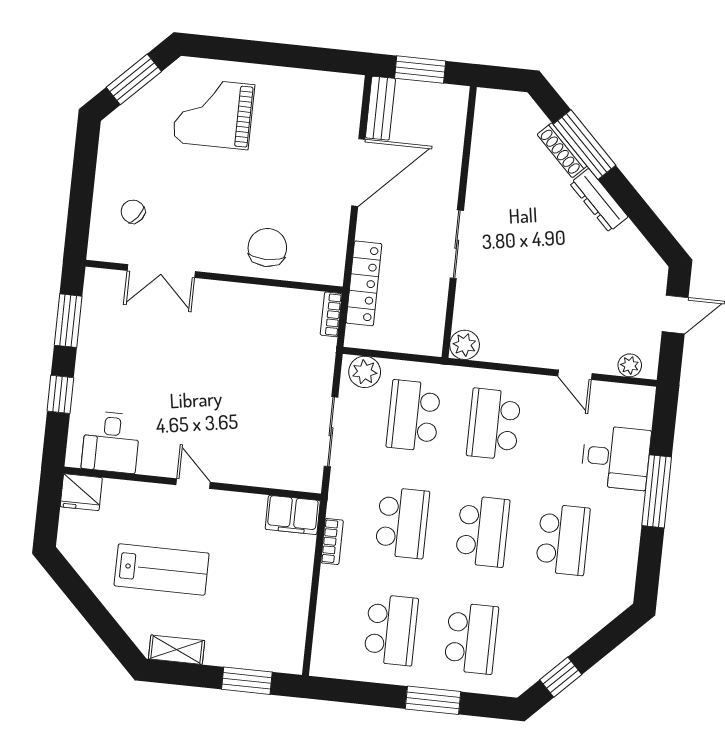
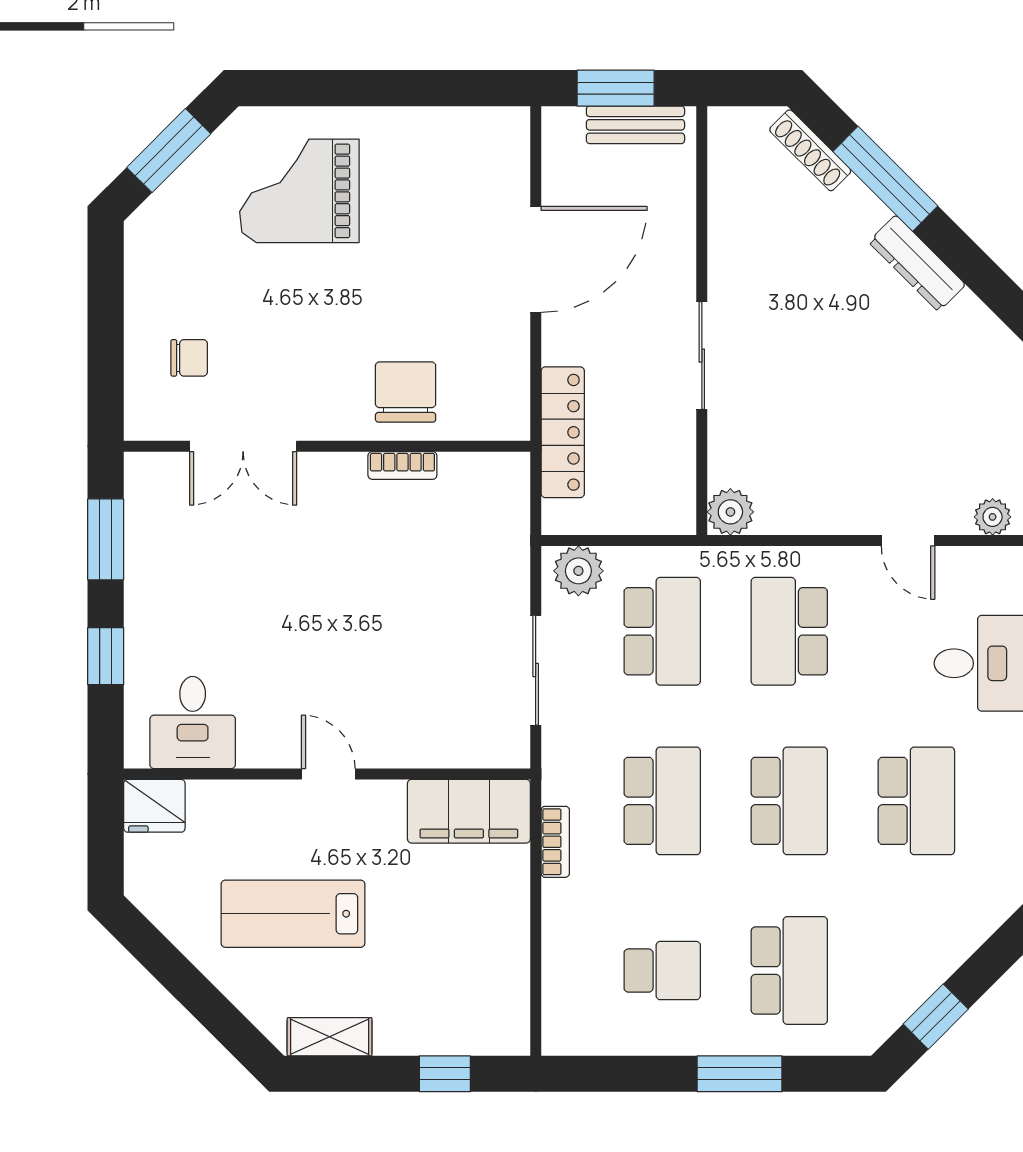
bench: (380, 108) -> (635, 125), moved, turned 90
shoe rack: (562, 150) -> (810, 150), moved
chair: (133, 212) -> (189, 358), turned 143
bookcase: (331, 314) -> (402, 465), moved, turned -90
school desk: (414, 416) -> (662, 631), turned 180
filing cabinet: (293, 515) -> (469, 811), width x1.50, depth x1.17
lab bench: (162, 570) -> (293, 914), turned 180
school desk: (391, 630) -> (662, 971), width x0.54
window: (247, 681) -> (445, 1074), width x0.67

